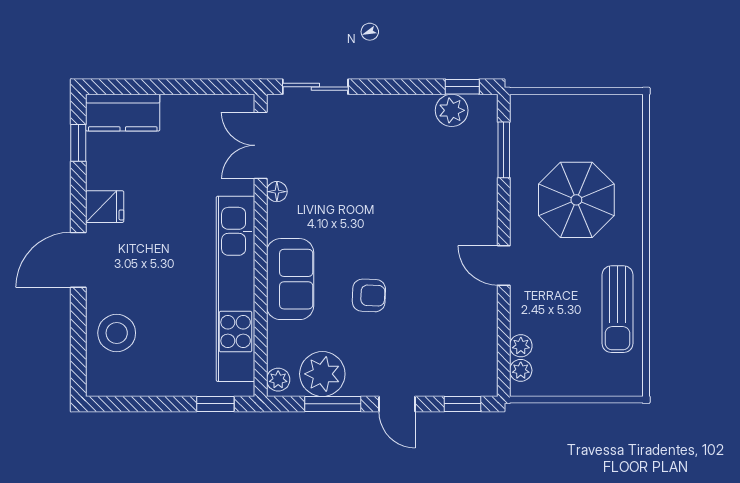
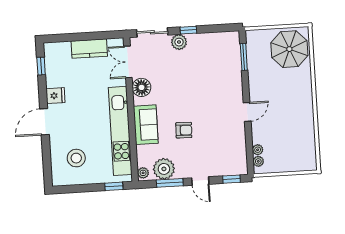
window: (462, 87) -> (188, 30), moved
plant: (452, 110) -> (179, 42), moved
kitchen counter: (123, 113) -> (89, 49), moved
floor lamp: (277, 192) -> (142, 87), width x1.89, depth x1.89
parasol: (576, 200) -> (289, 49), moved
door: (504, 265) -> (247, 112), swing flipped
sun lounger: (618, 309) -> (303, 129), removed
stool: (117, 333) -> (76, 158), moved

